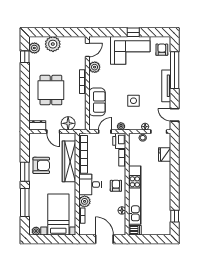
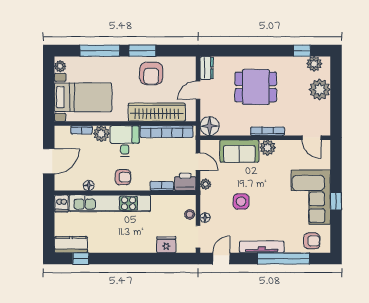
plant: (95, 67) -> (268, 148), moved
floor lamp: (68, 123) -> (210, 126), moved
kitchen counter: (165, 223) -> (71, 245), added

